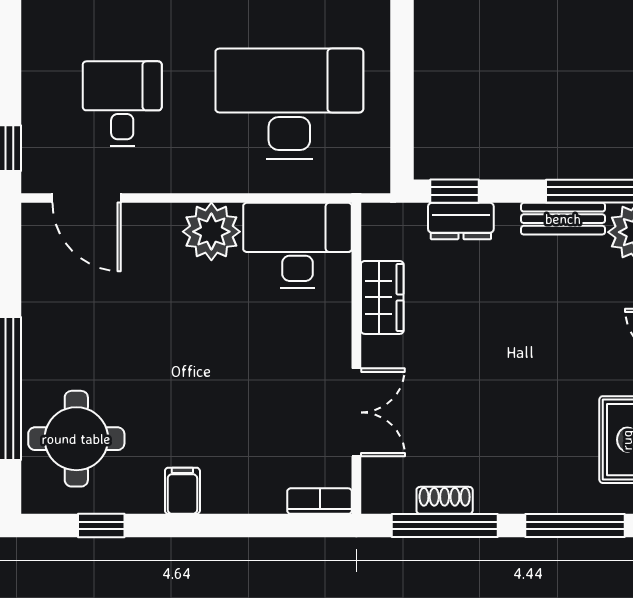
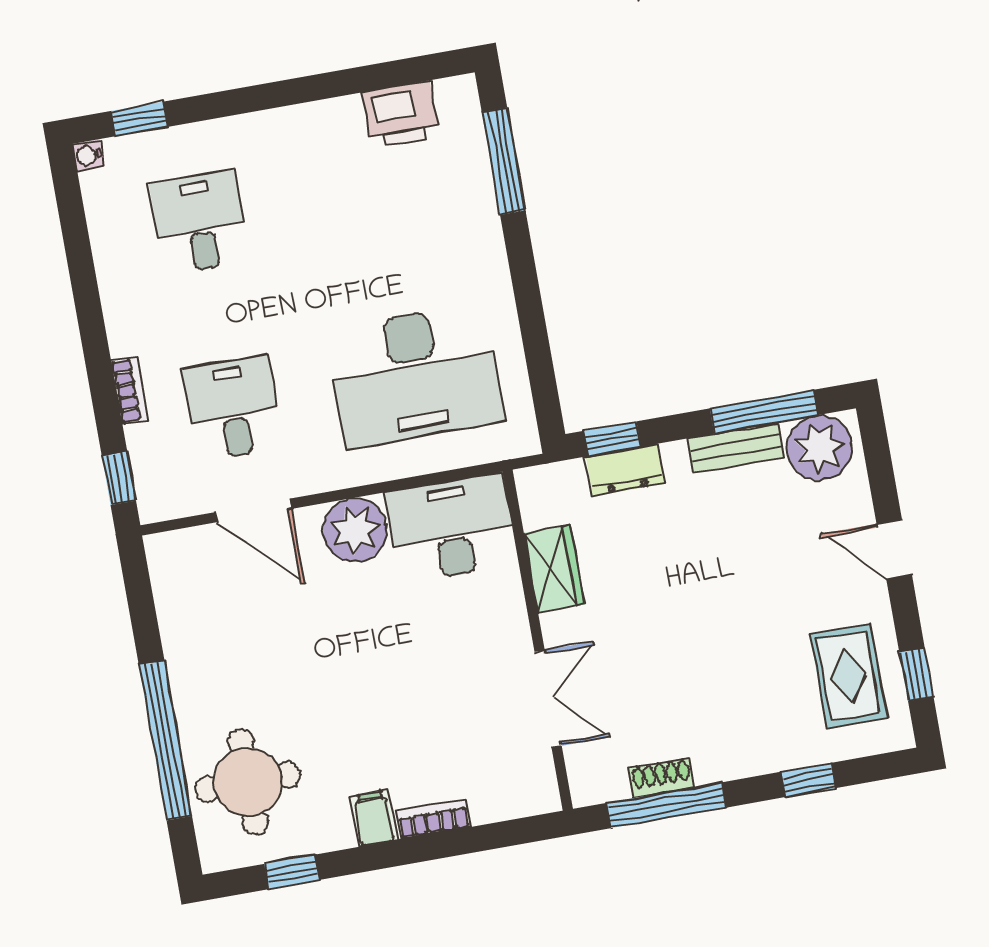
bookcase: (33, 72) -> (129, 390), added
desk: (289, 104) -> (415, 376), turned 180
door: (87, 198) -> (253, 510), moved
bookcase: (320, 501) -> (433, 819), moved
window: (575, 526) -> (808, 780), width x0.46

